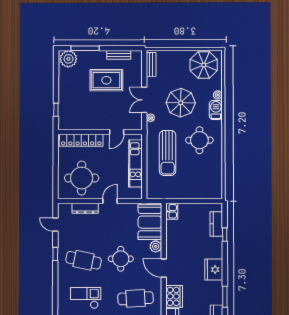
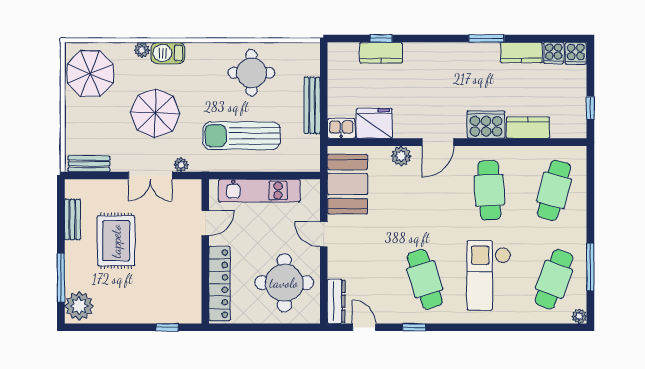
door: (117, 132) -> (205, 223), hinge flipped
round table: (199, 140) -> (251, 73), moved
sun lounger: (168, 153) -> (242, 136), turned 180
bench: (185, 194) -> (312, 105), added
dresser: (85, 208) -> (336, 301), moved
booth: (150, 222) -> (347, 184), moved, turned 90
kitchen counter: (216, 224) -> (381, 53), moved
door: (55, 225) -> (364, 327), swing flipped
round table: (121, 259) -> (422, 216), removed
cafe table: (83, 260) -> (425, 279), turned -30
fridge: (214, 269) -> (374, 123), moved, turned 180
checkout: (86, 298) -> (489, 275), width x1.36, depth x1.21

